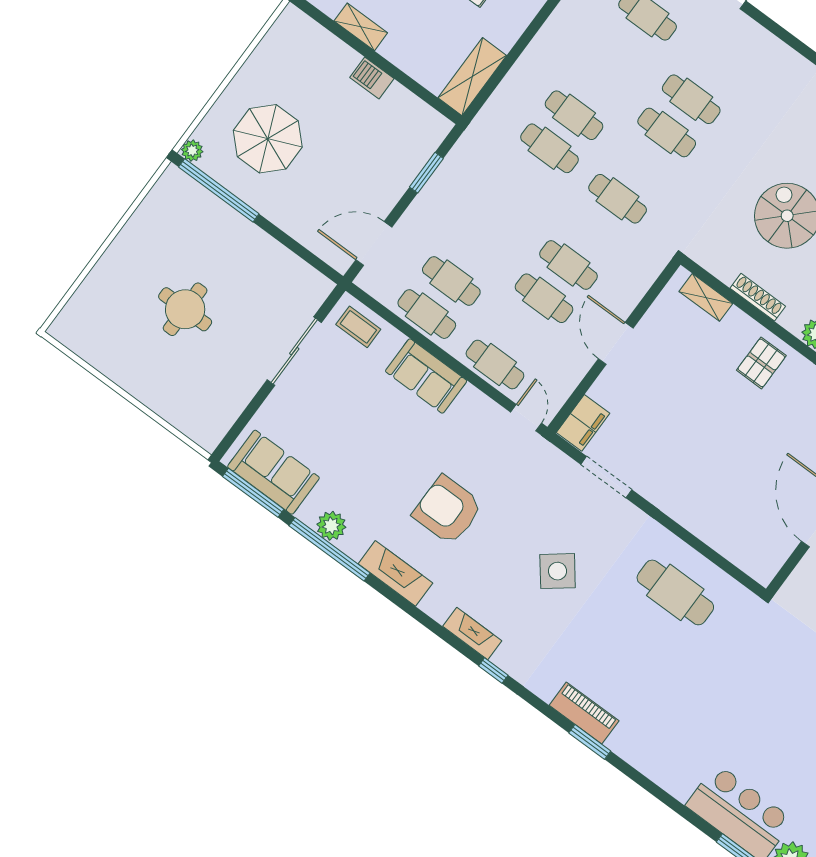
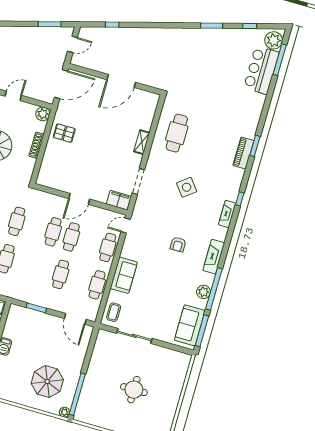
cafe table: (451, 281) -> (61, 274), moved
shelving: (706, 297) -> (142, 142), moved
armchair: (448, 510) -> (178, 244), width x0.53, depth x0.53

